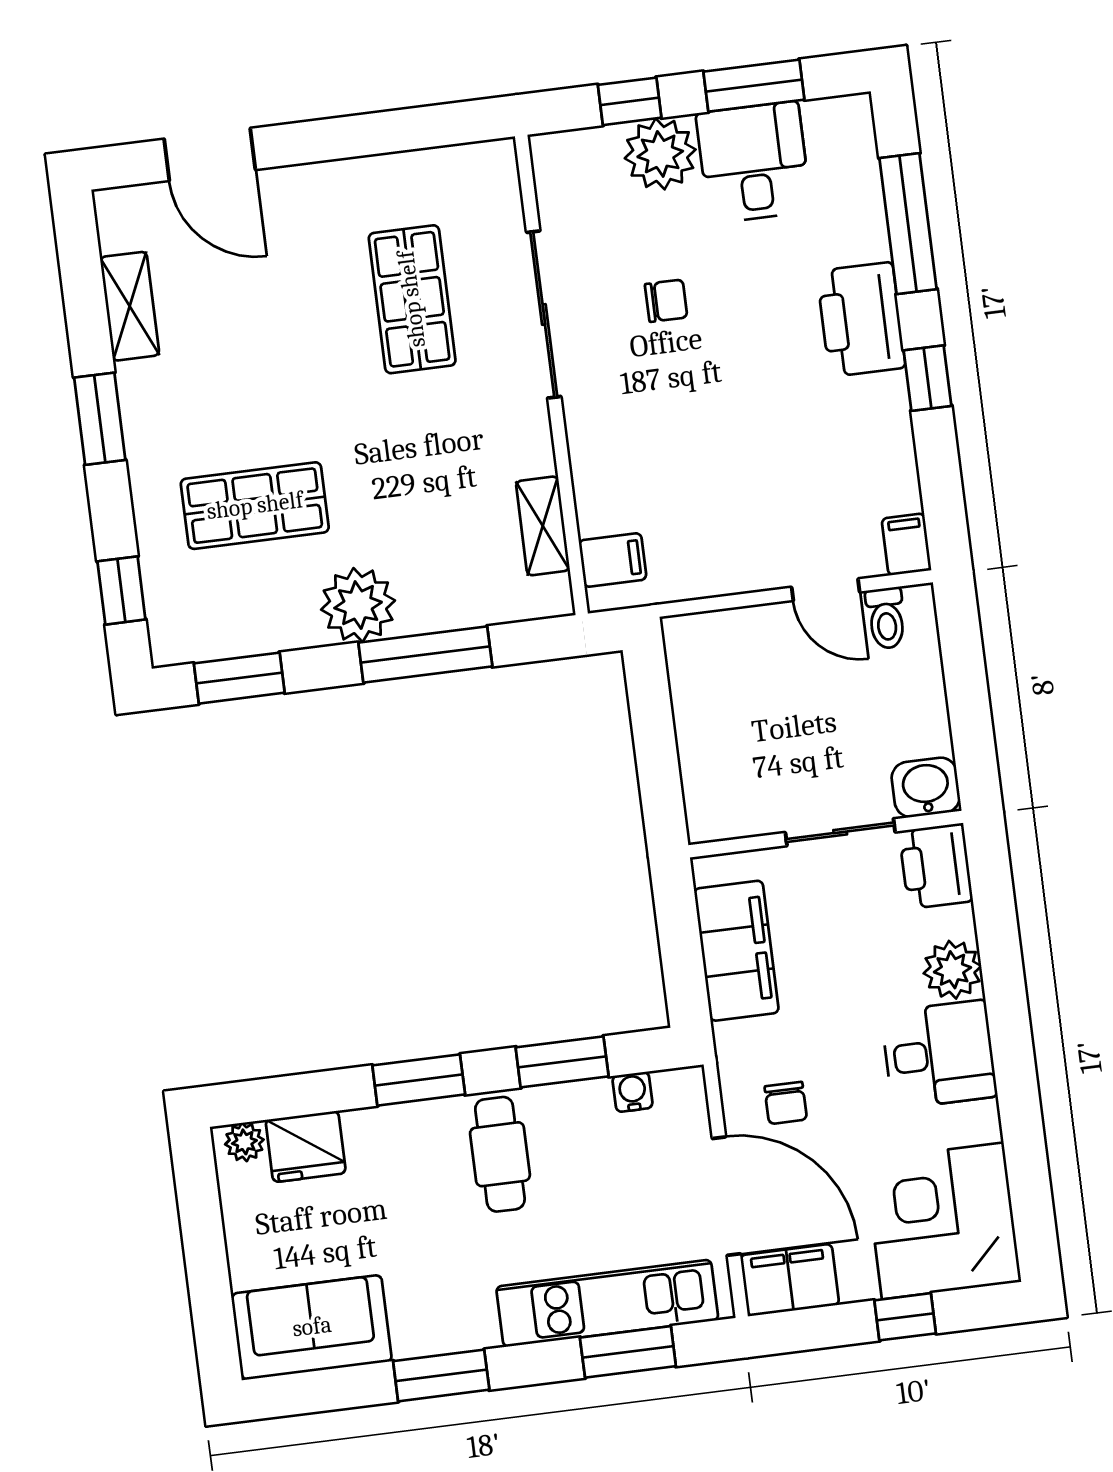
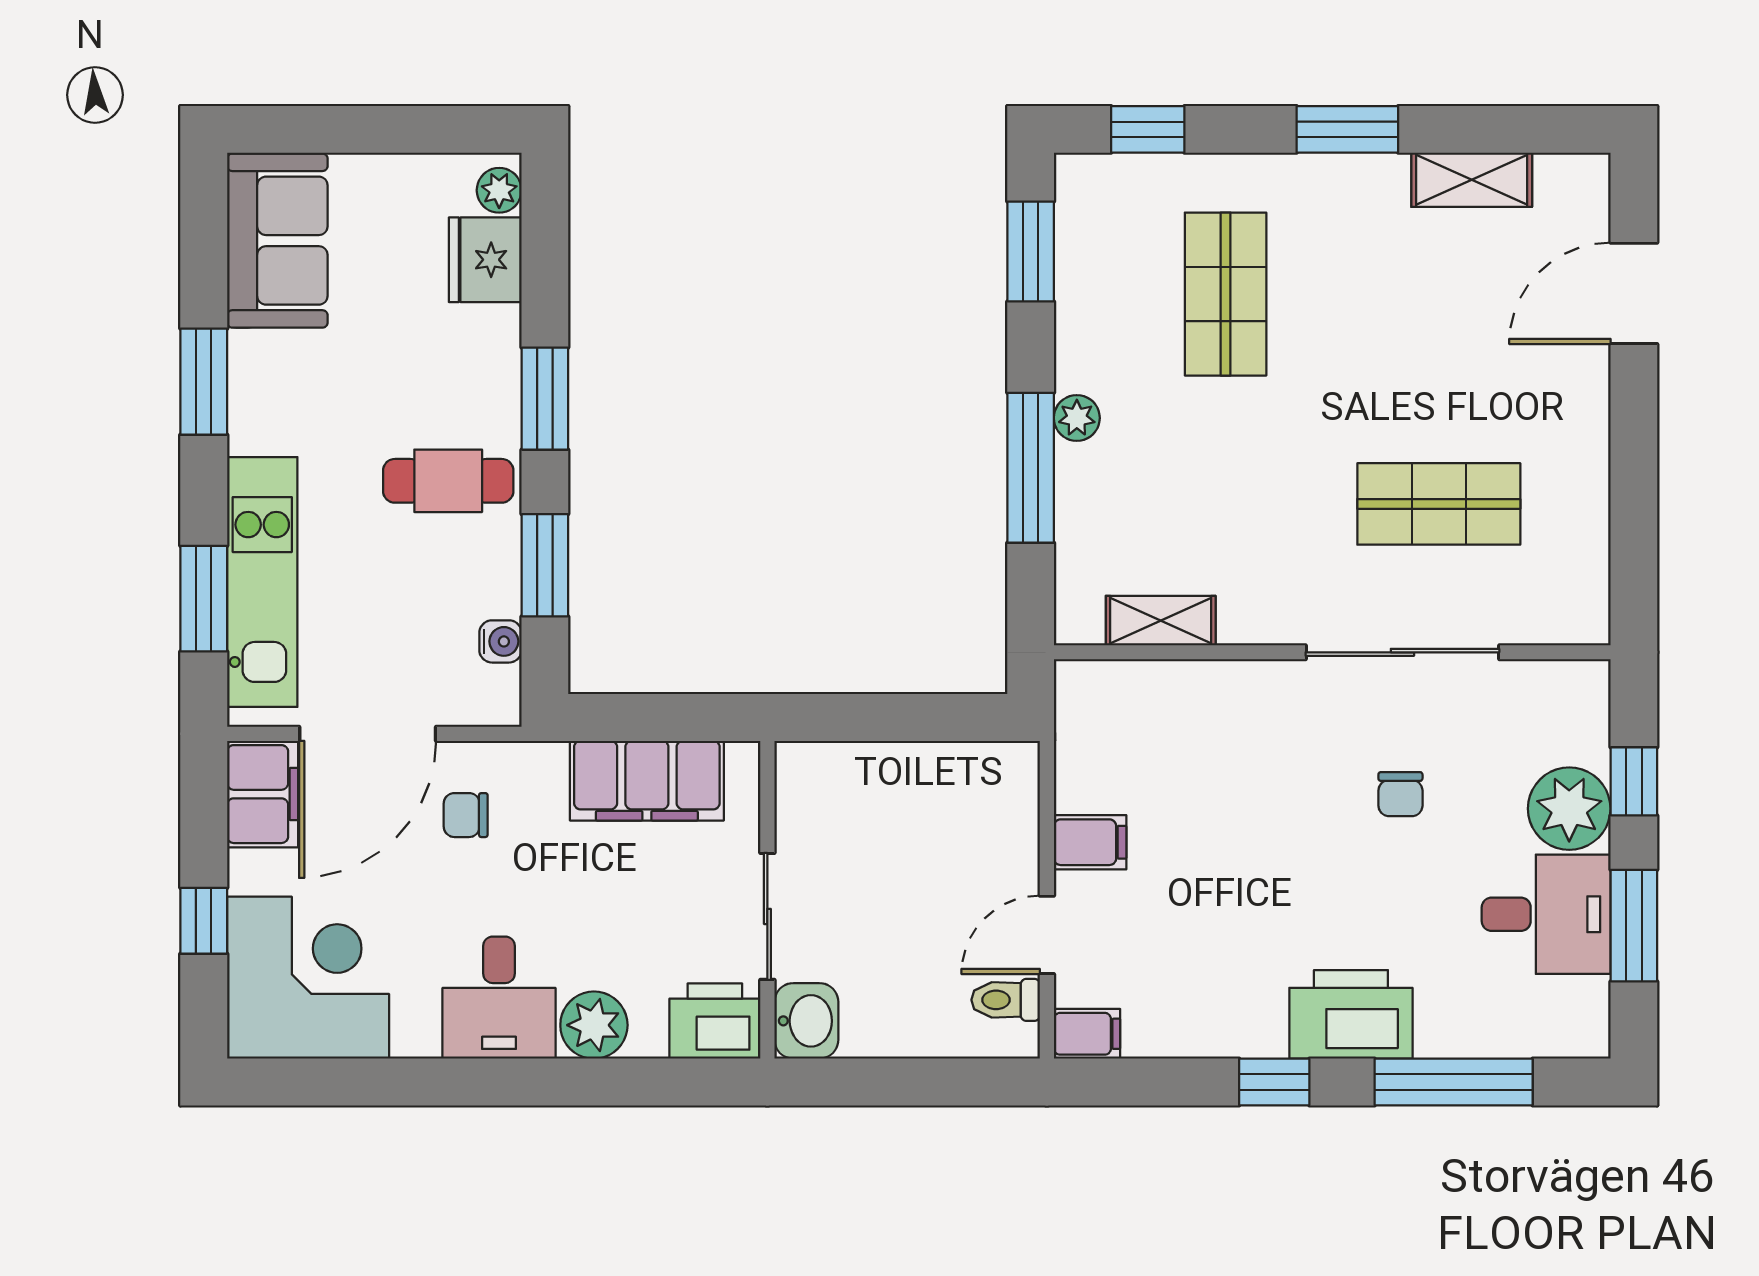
filing cabinet: (613, 560) -> (1090, 842), moved, turned -90
plant: (358, 605) -> (1077, 418), width x0.53, depth x0.53

